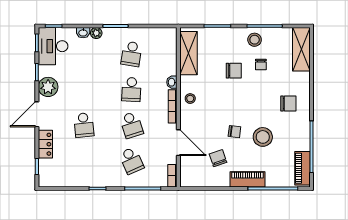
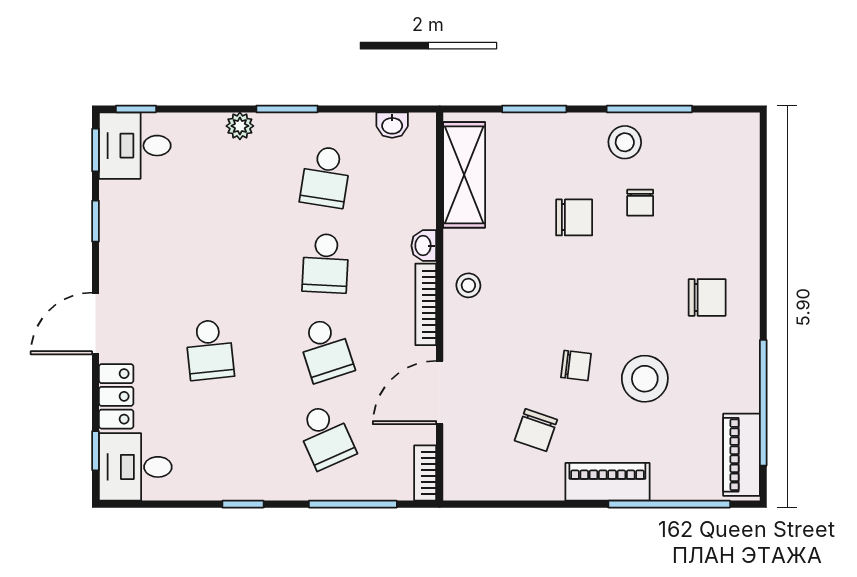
washbasin: (83, 33) -> (392, 125), moved
desk: (53, 46) -> (135, 146), width x0.73
shelving: (301, 49) -> (739, 166), removed
plant: (48, 87) -> (123, 257), removed
door: (178, 143) -> (440, 392), swing flipped
chair: (218, 158) -> (536, 430), turned -142
desk: (53, 173) -> (135, 467), added

